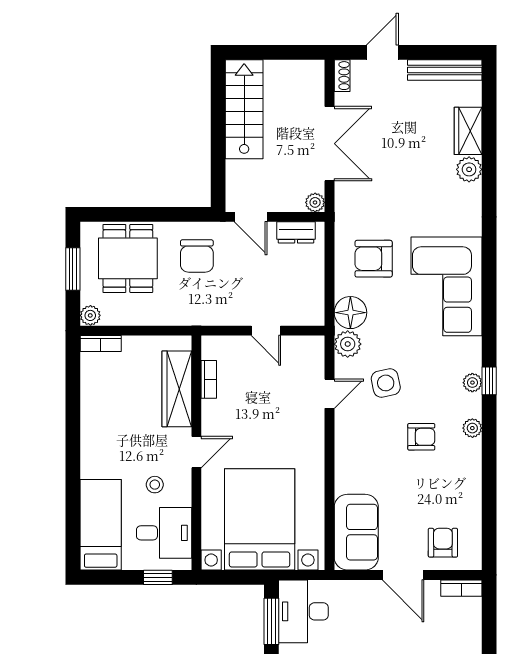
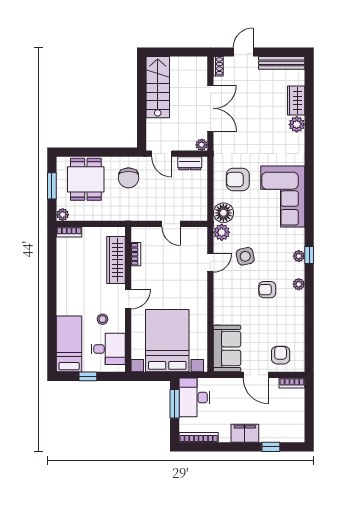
armchair: (421, 437) -> (267, 290), turned 180
window: (158, 577) -> (88, 376), moved

